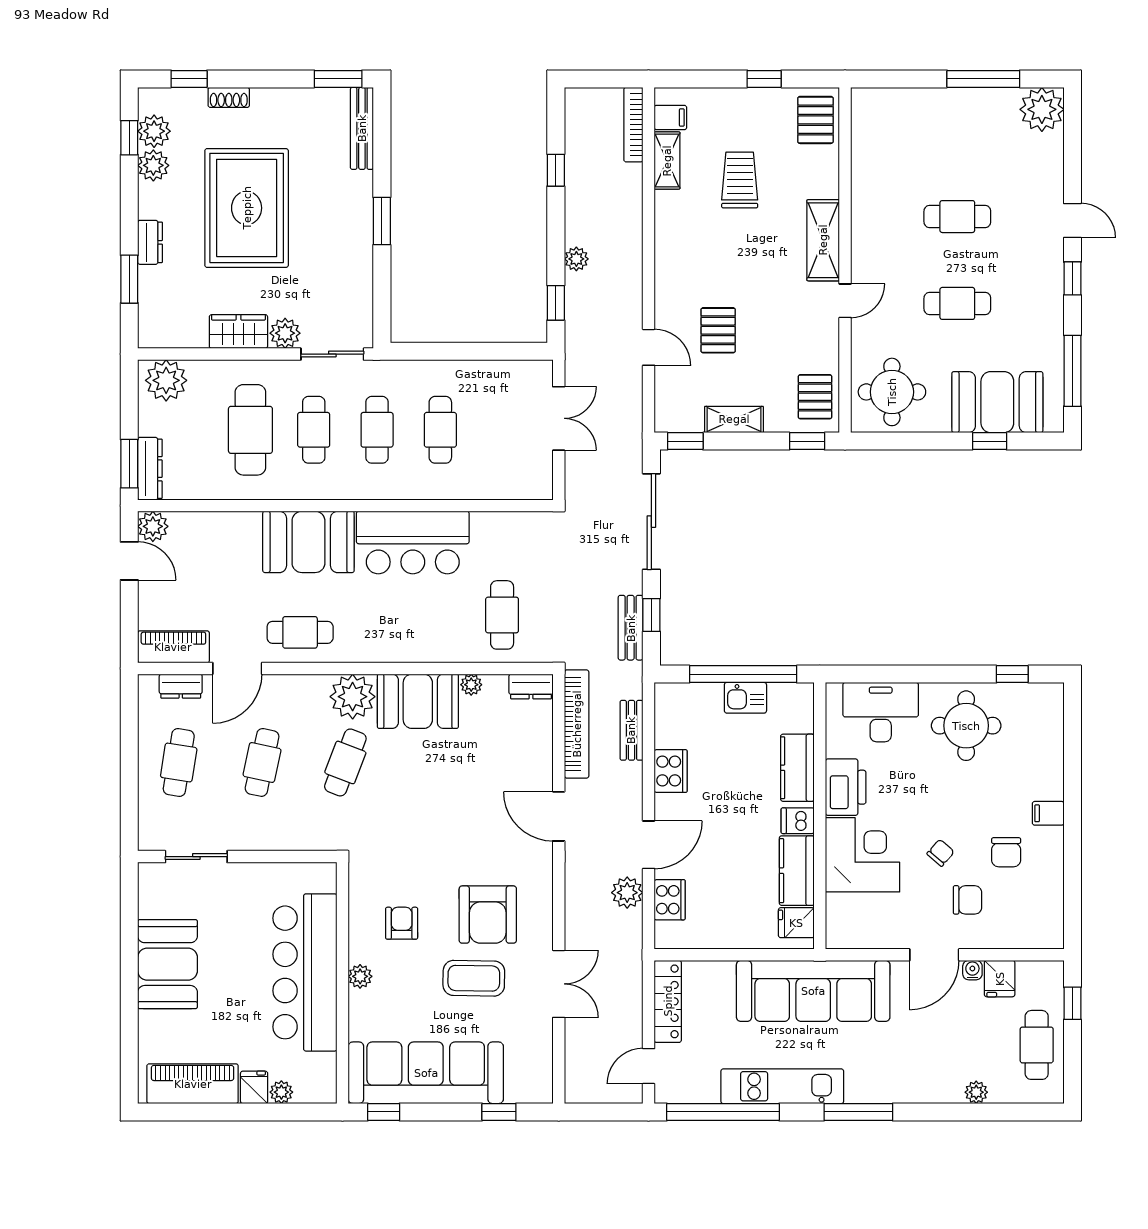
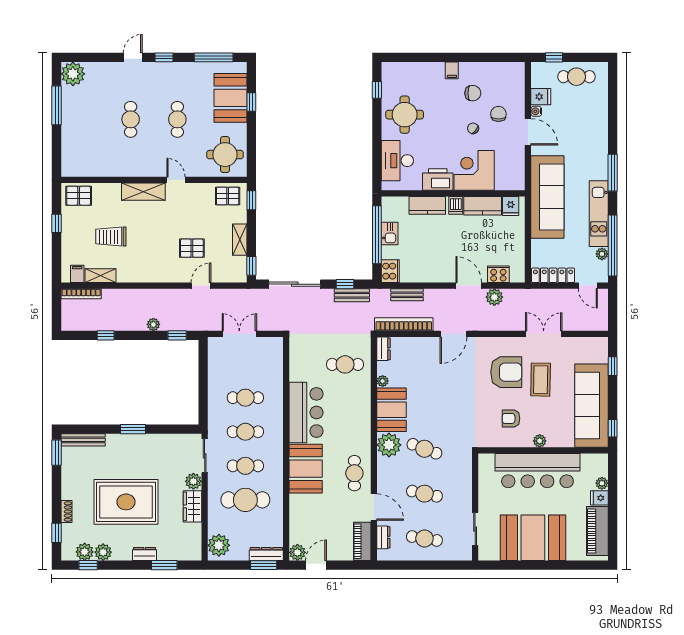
cooker: (671, 771) -> (390, 271), moved, turned 90
booth: (168, 964) -> (533, 538), width x1.36, depth x1.42
plant: (976, 1092) -> (602, 254), moved

